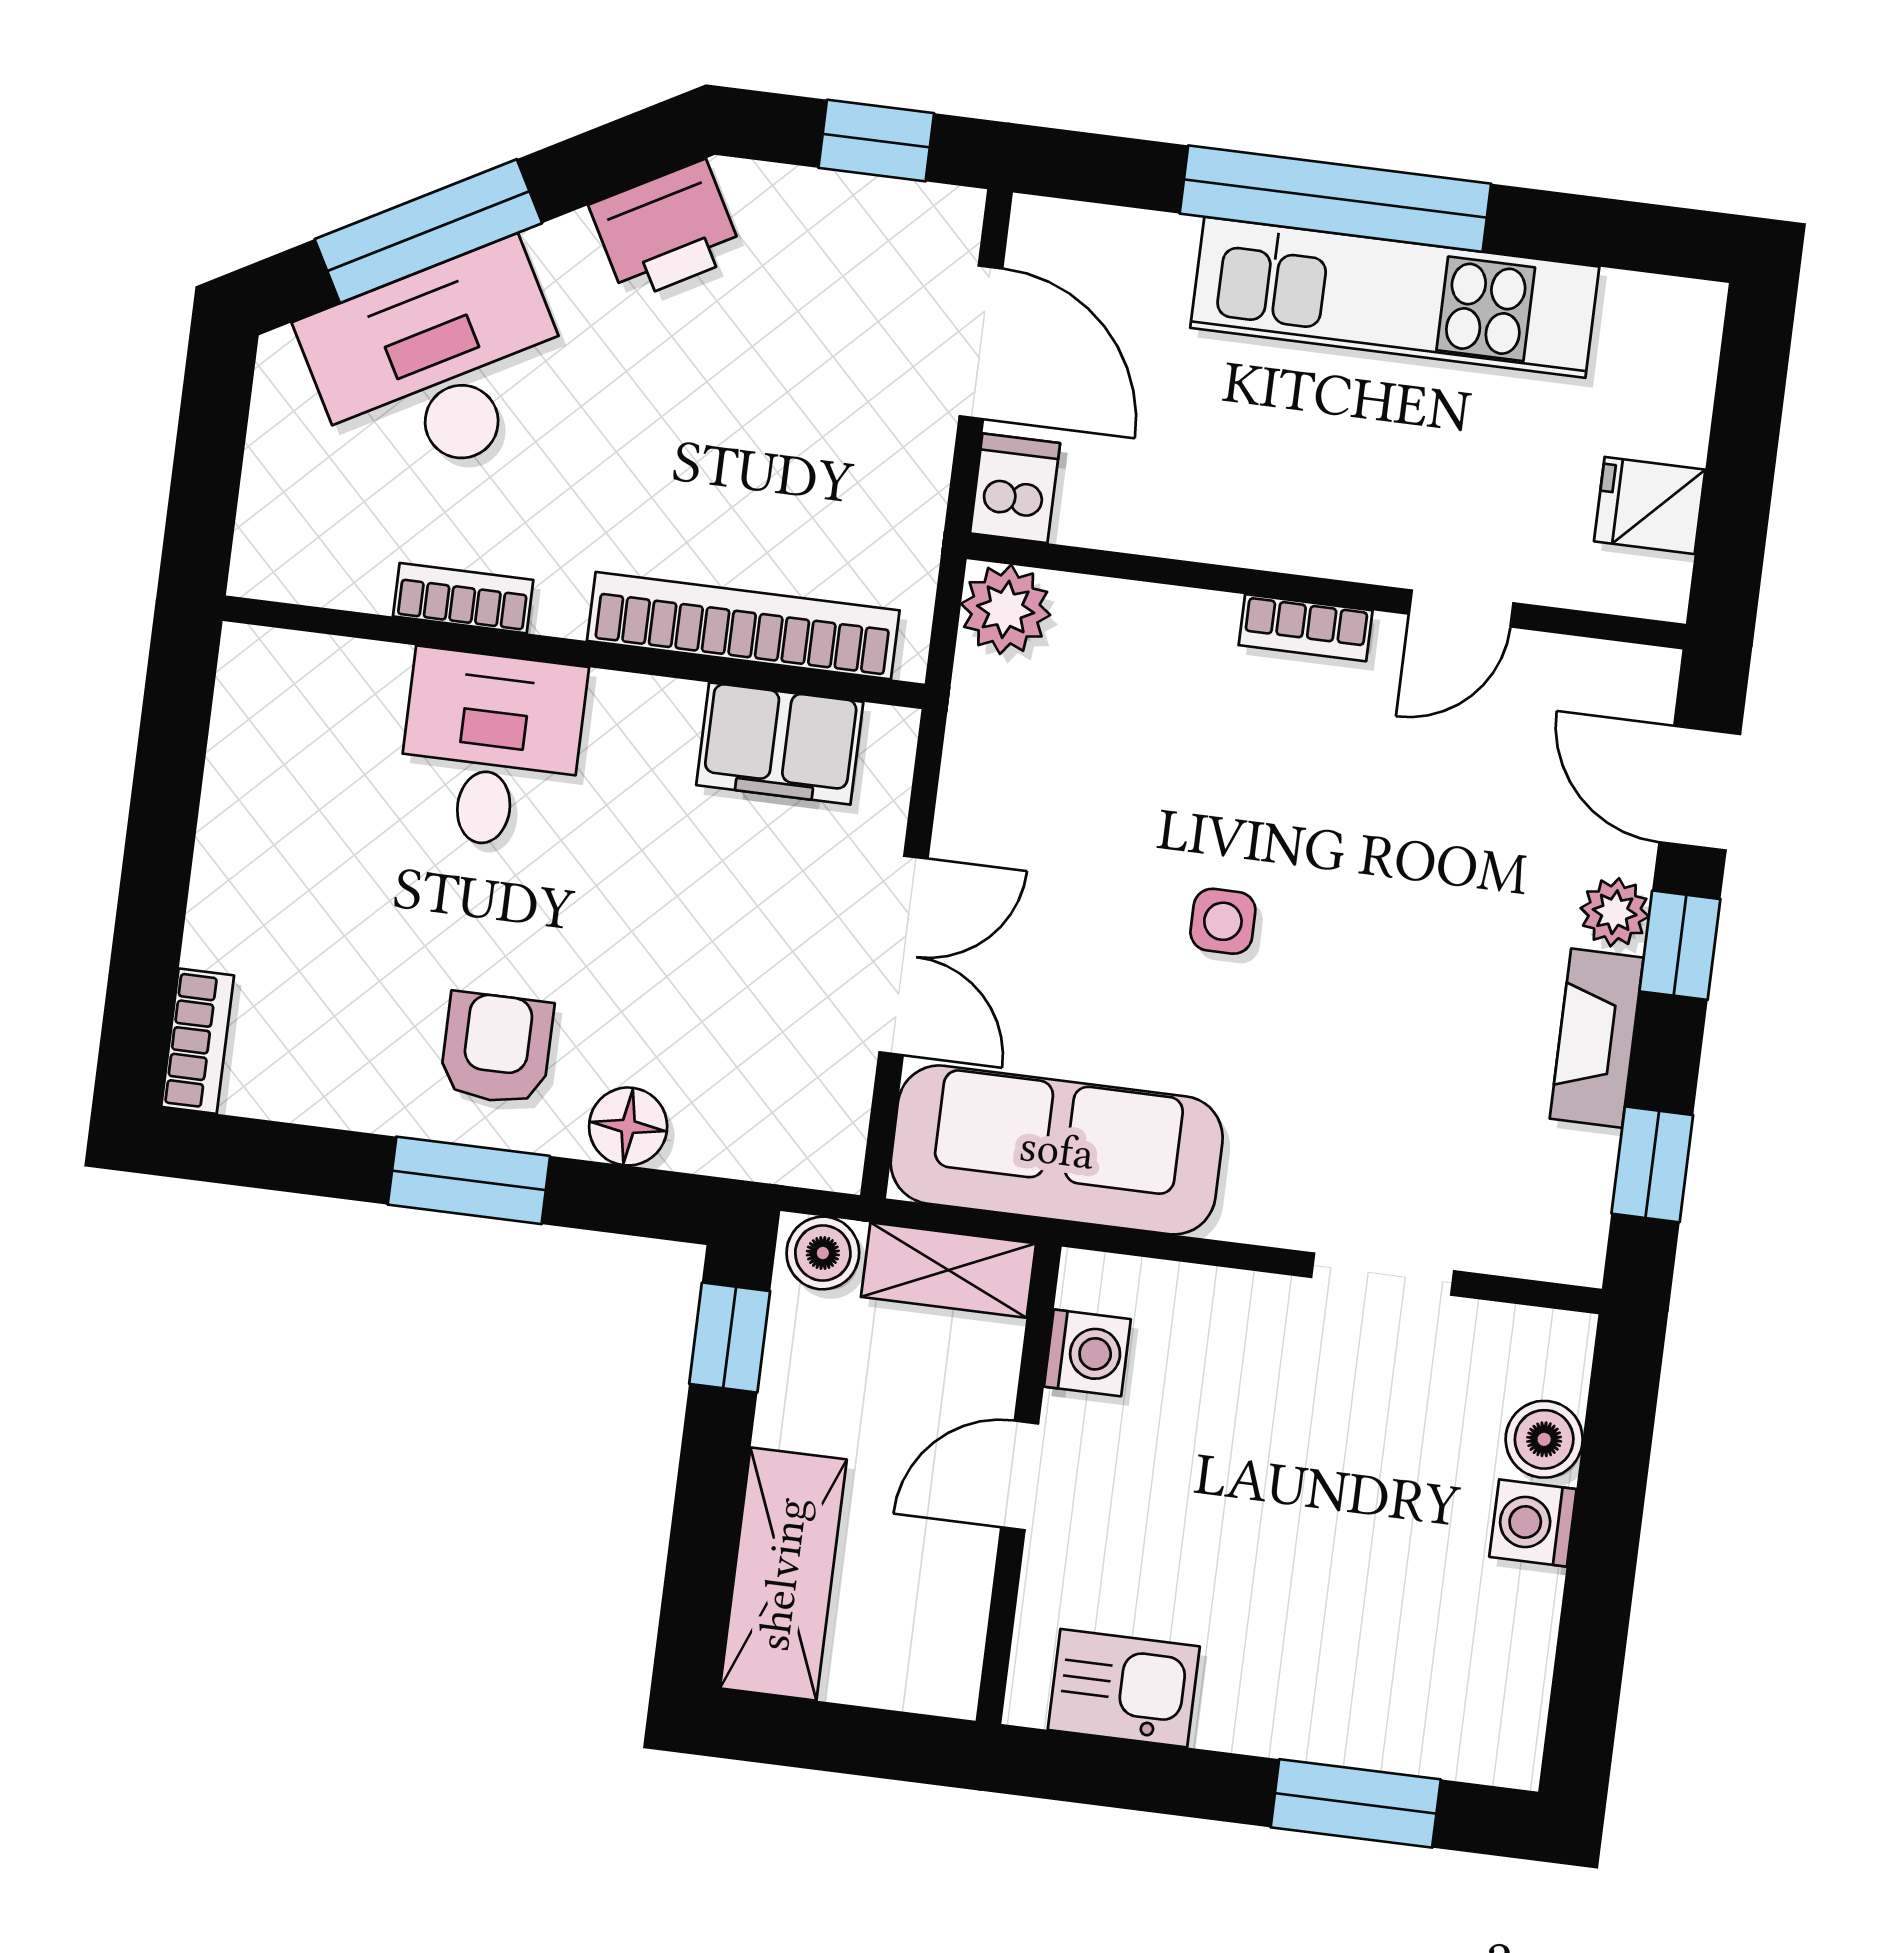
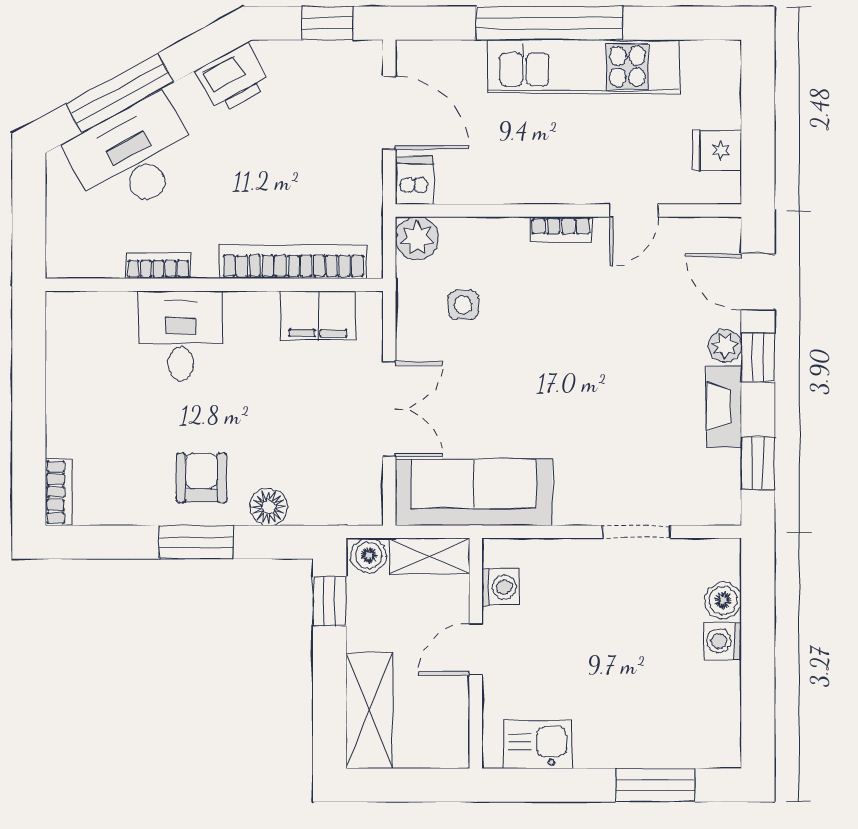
side table: (1223, 921) -> (463, 305), moved

